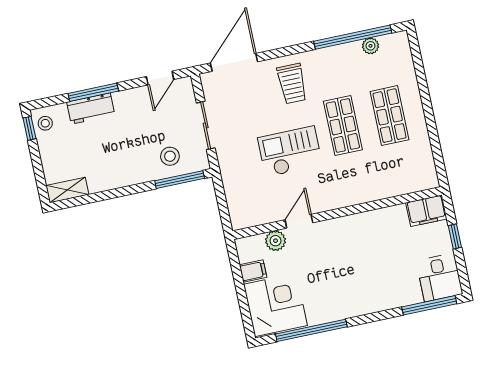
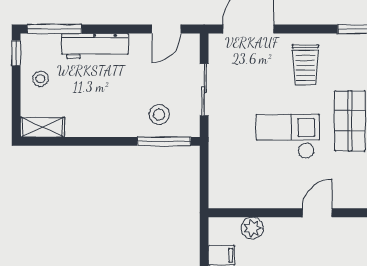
window: (93, 92) -> (55, 29), moved
workbench: (91, 109) -> (95, 46), width x1.38
stool: (45, 123) -> (40, 79), moved
door: (299, 221) -> (317, 213), moved

